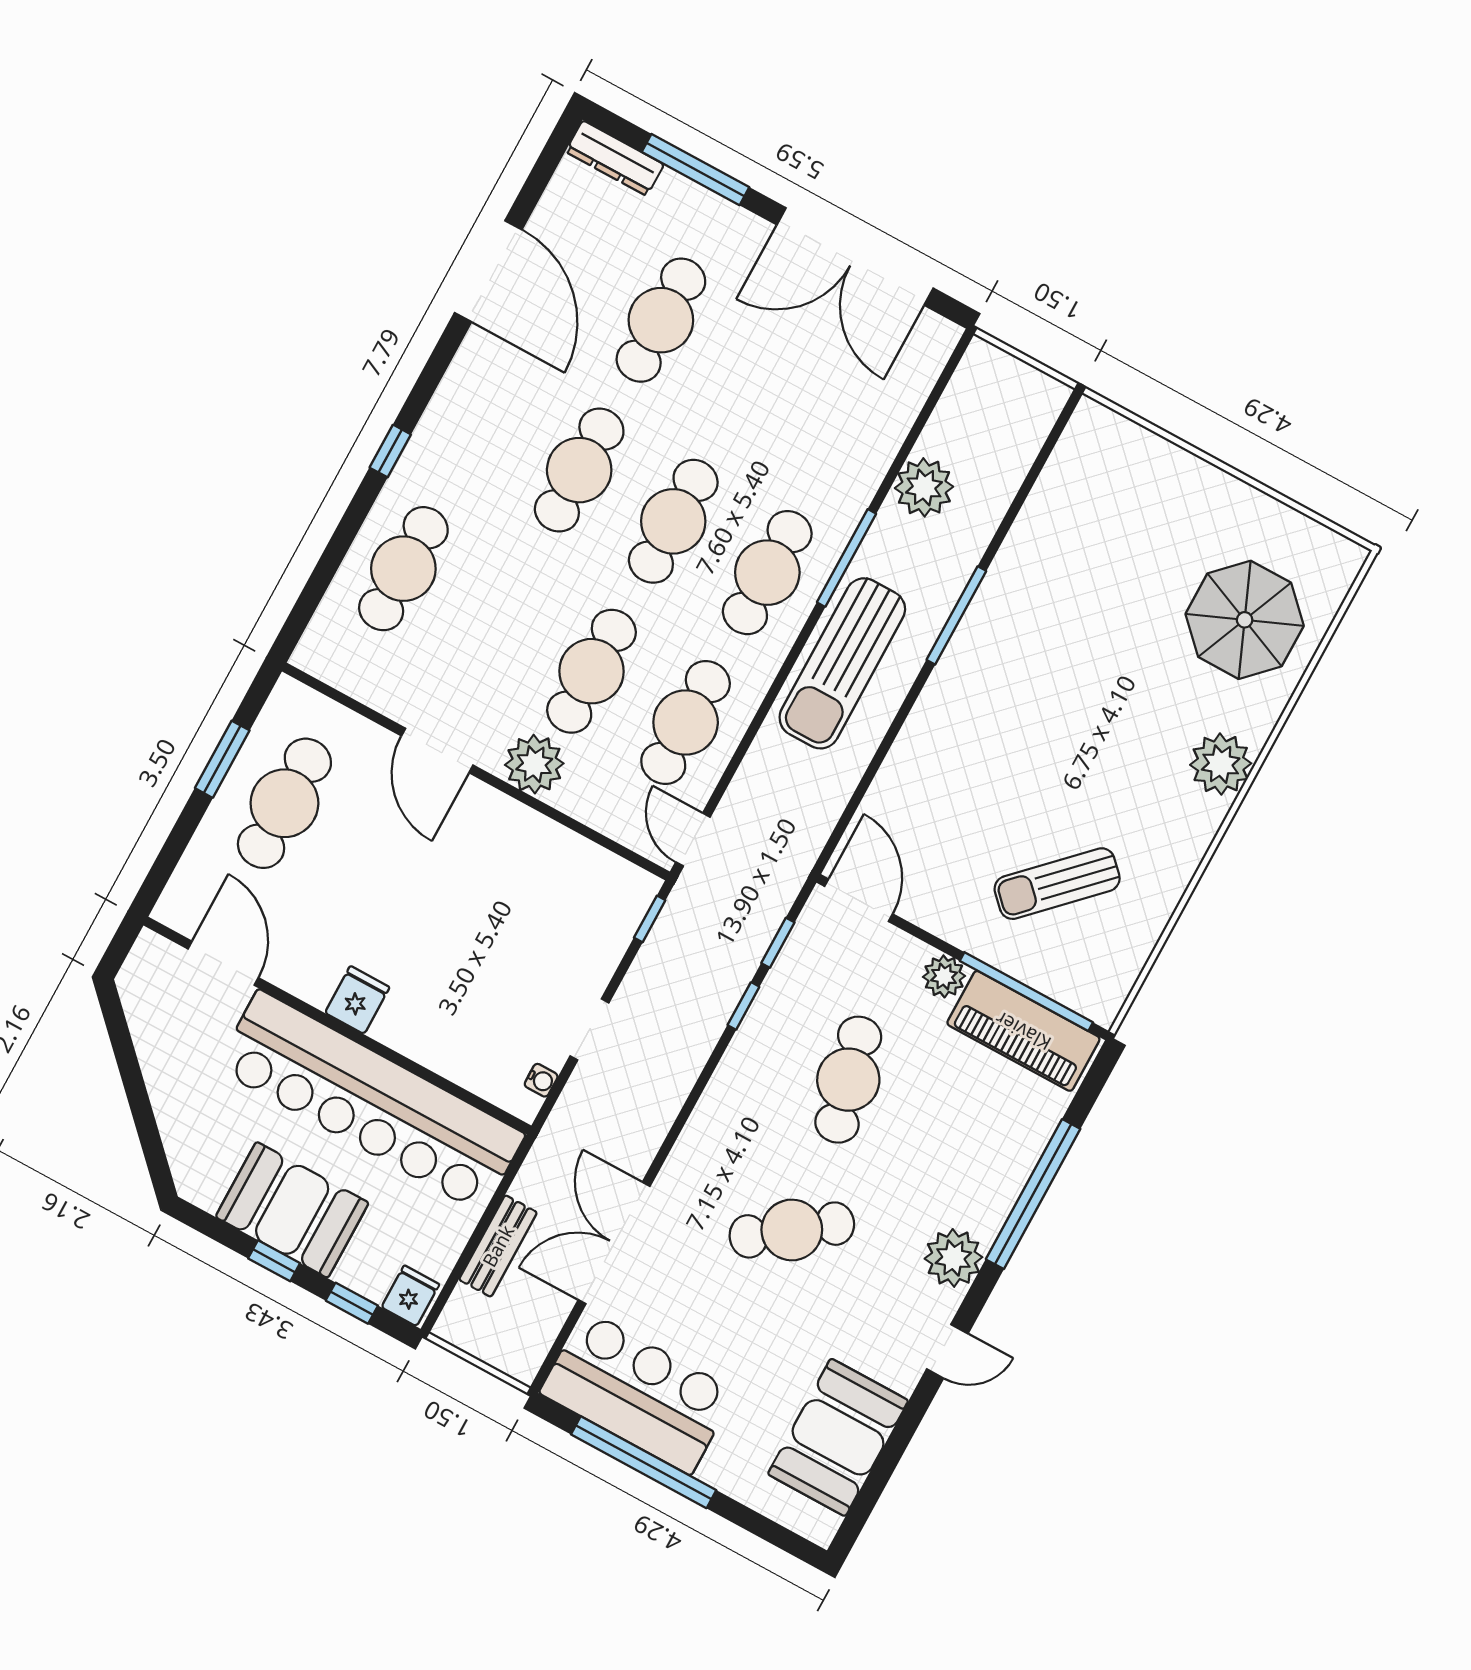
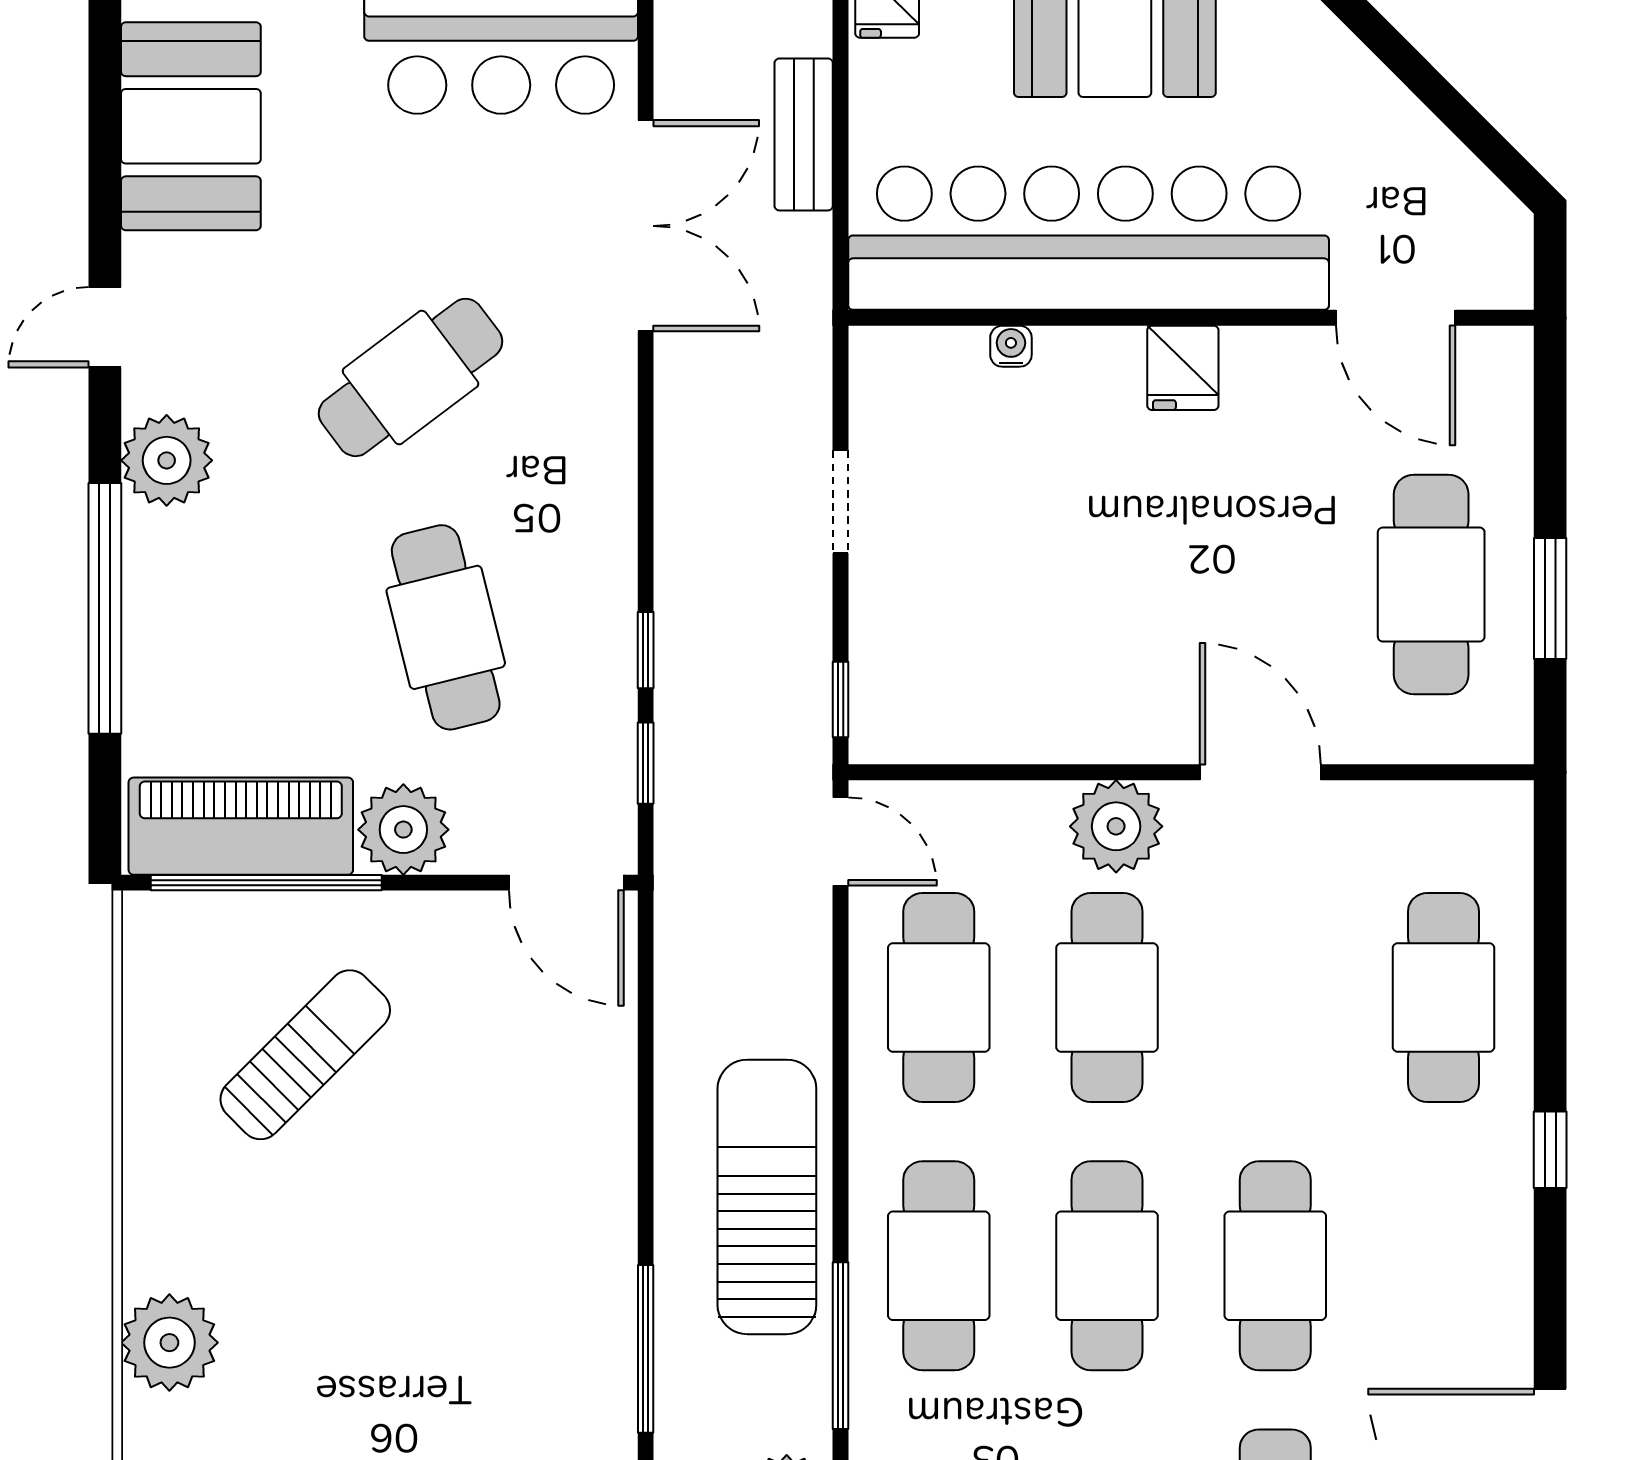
plant: (944, 976) -> (403, 830), width x1.36, depth x1.36
water cooler: (541, 1080) -> (1011, 346), moved, turned 90

